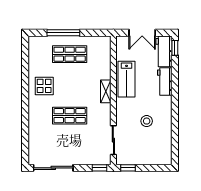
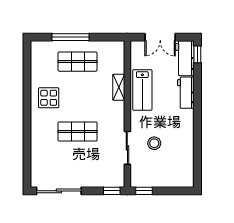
shelving: (106, 91) -> (119, 87), moved
stool: (147, 121) -> (154, 143), moved
sliding door: (113, 140) -> (127, 148), moved

